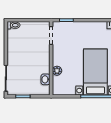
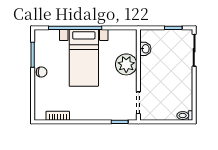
plant: (57, 71) -> (126, 64), width x1.88, depth x1.88

